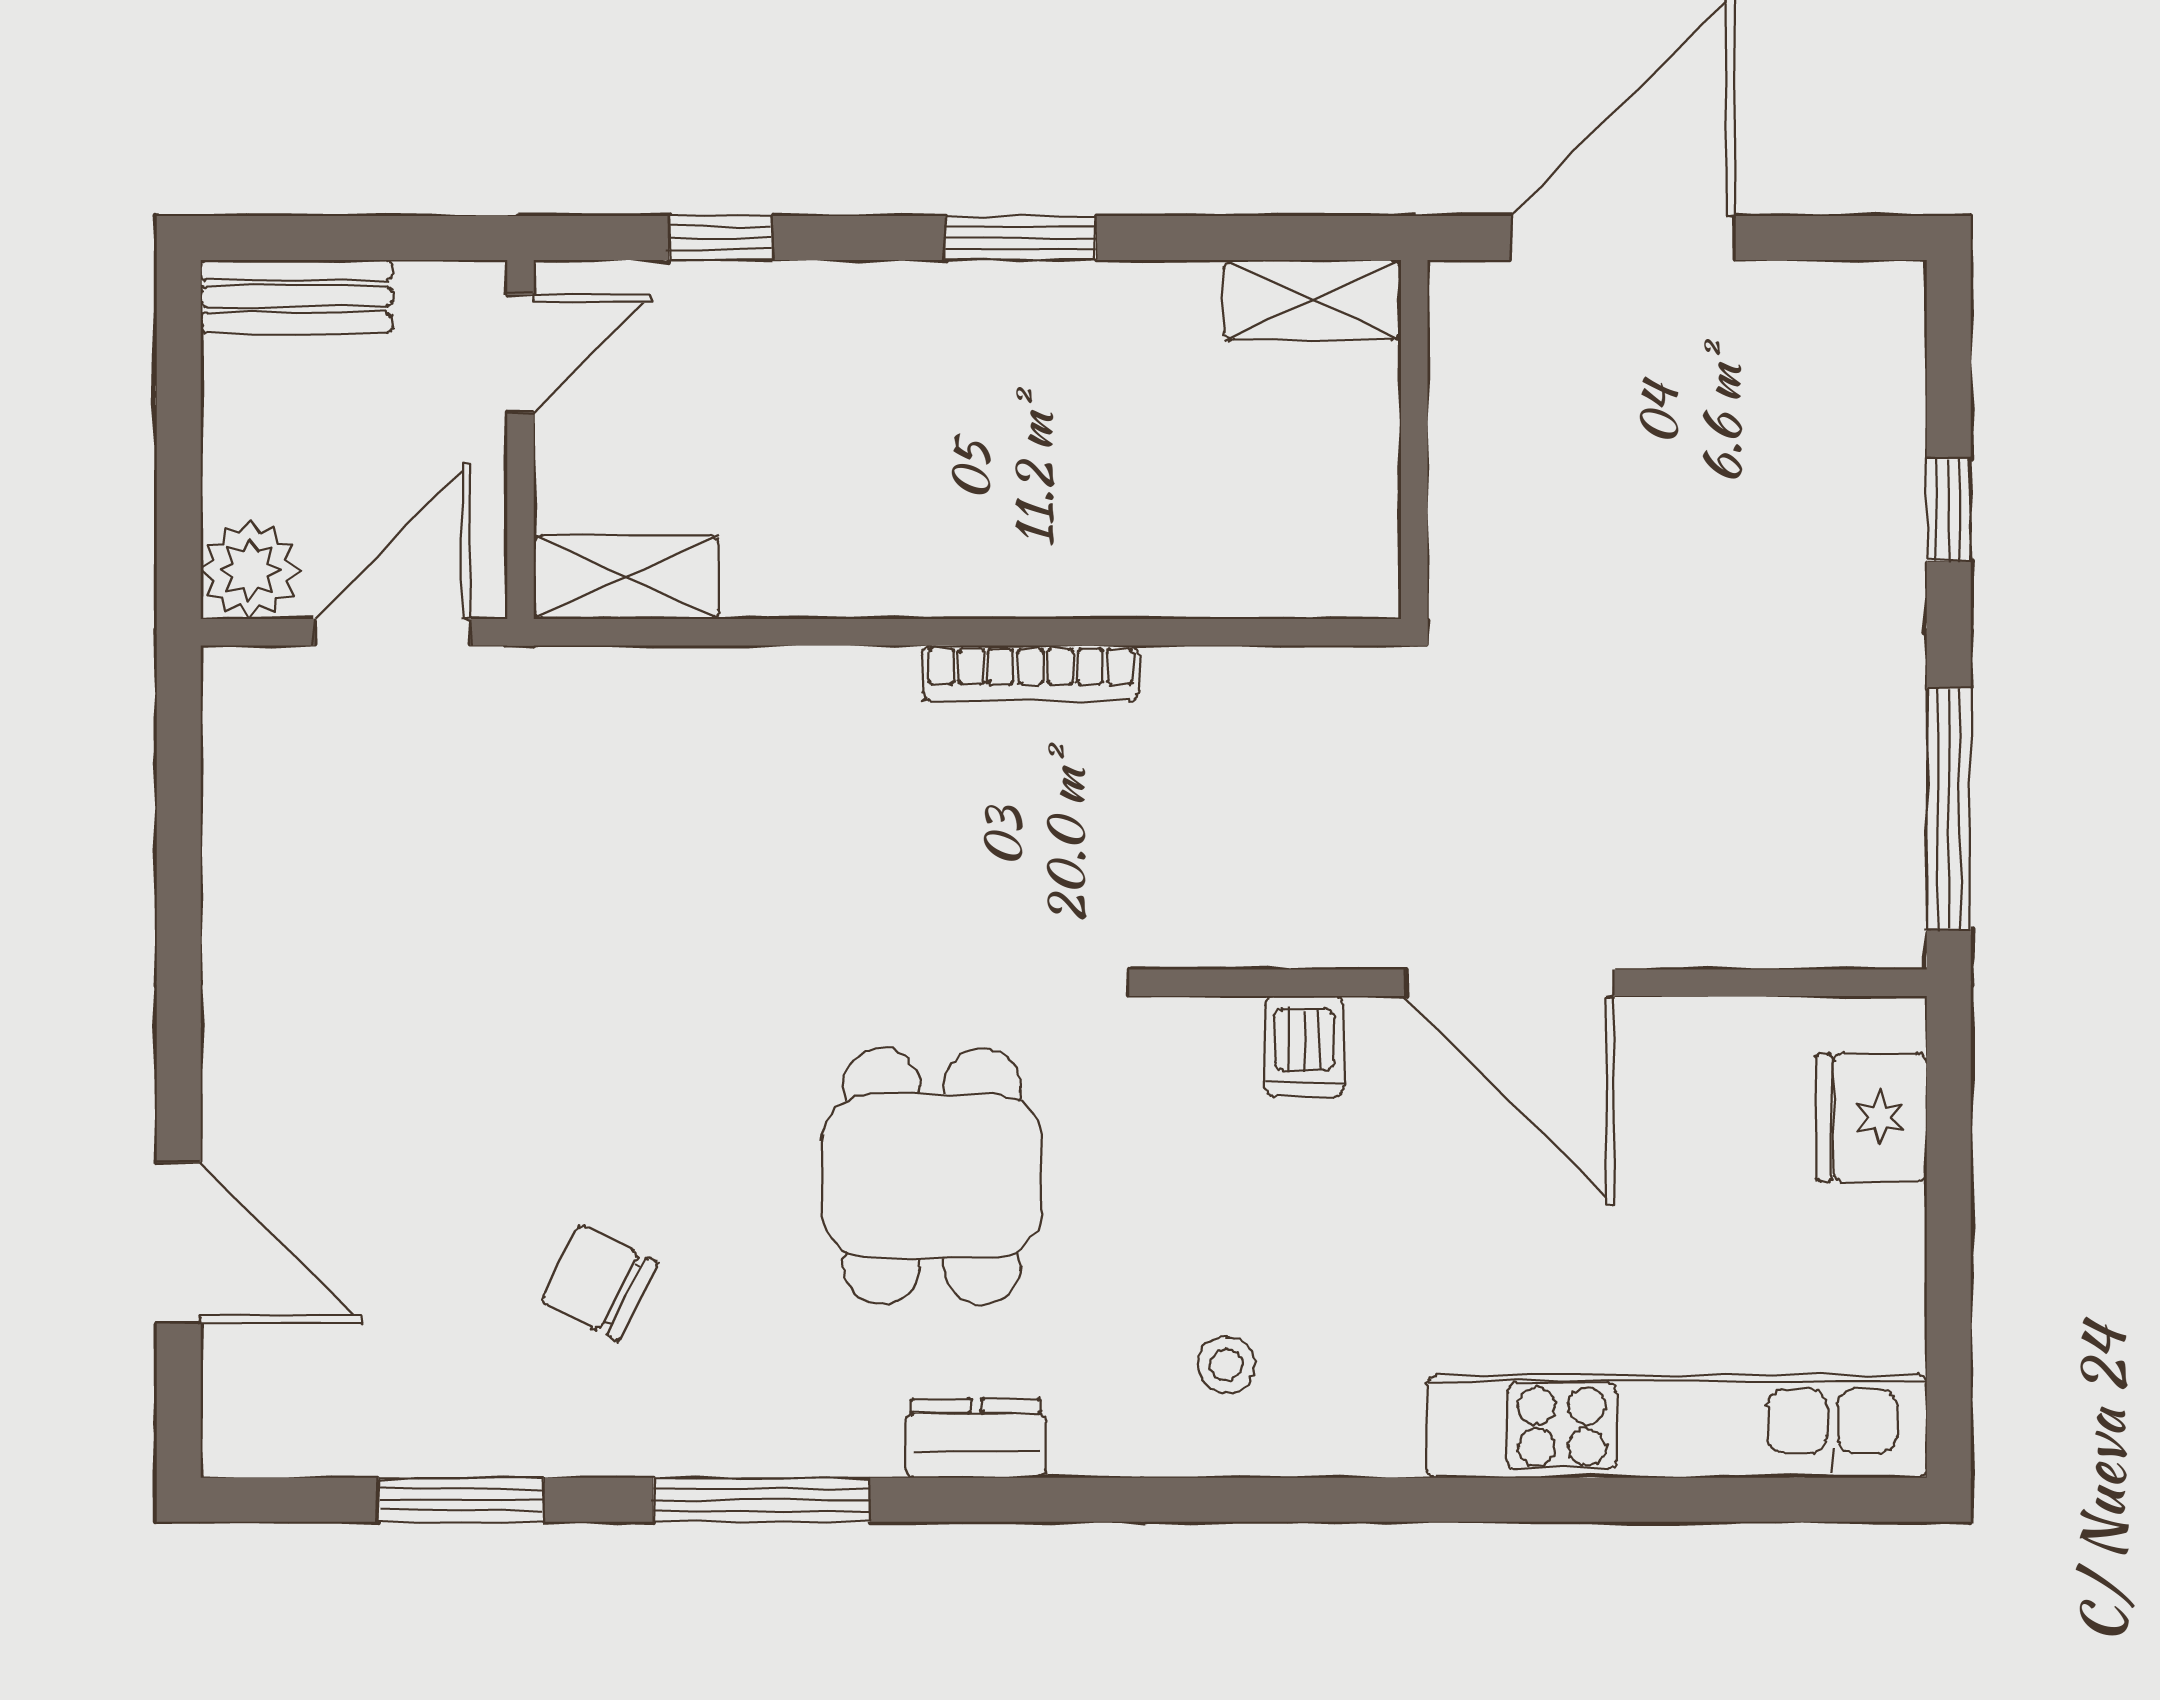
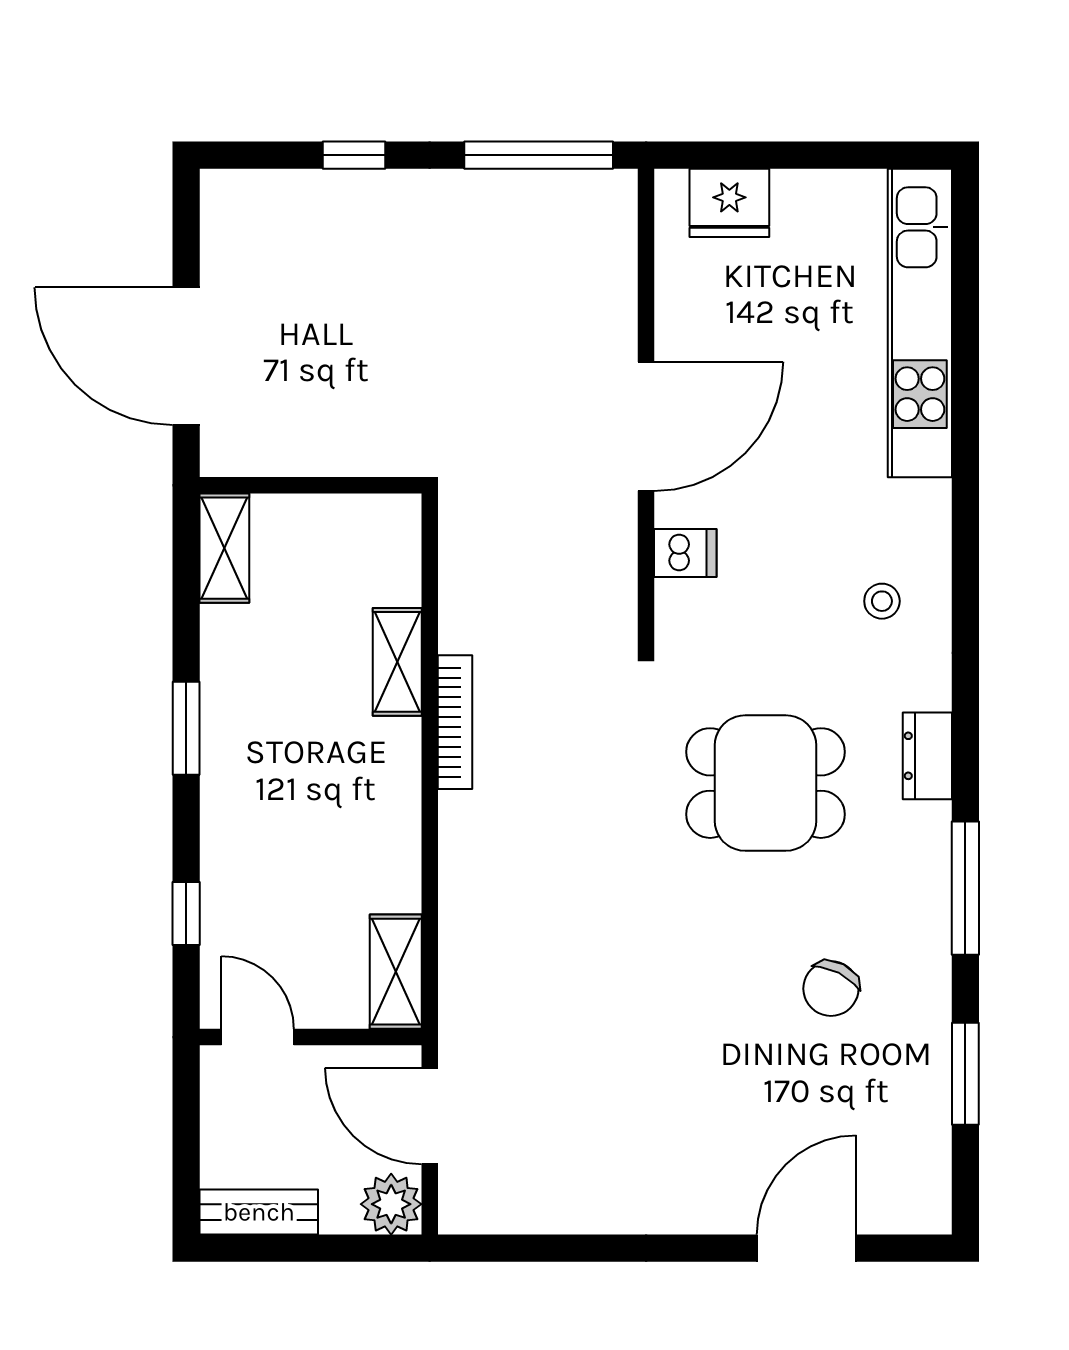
bench: (296, 296) -> (259, 1212), moved, turned 90
shelving: (1128, 580) -> (397, 662), added

